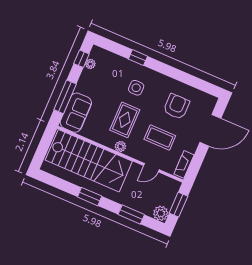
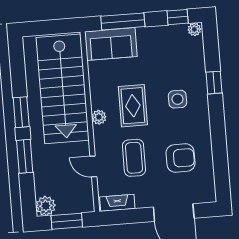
plant: (90, 64) -> (194, 29), moved
rug: (125, 120) -> (133, 106), turned 90
window: (131, 214) -> (25, 156), moved

